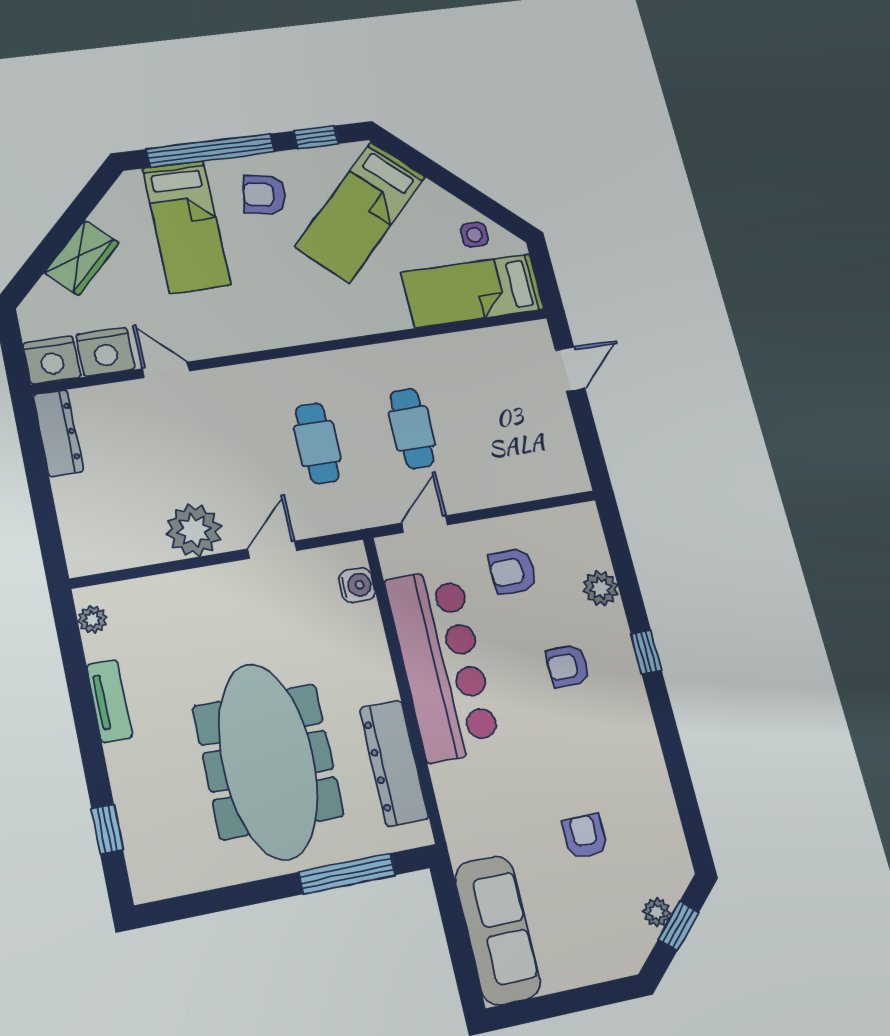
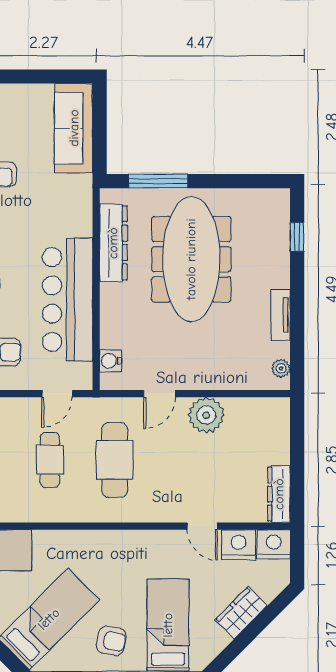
cafe table: (317, 443) -> (115, 460), width x1.37, depth x1.35

